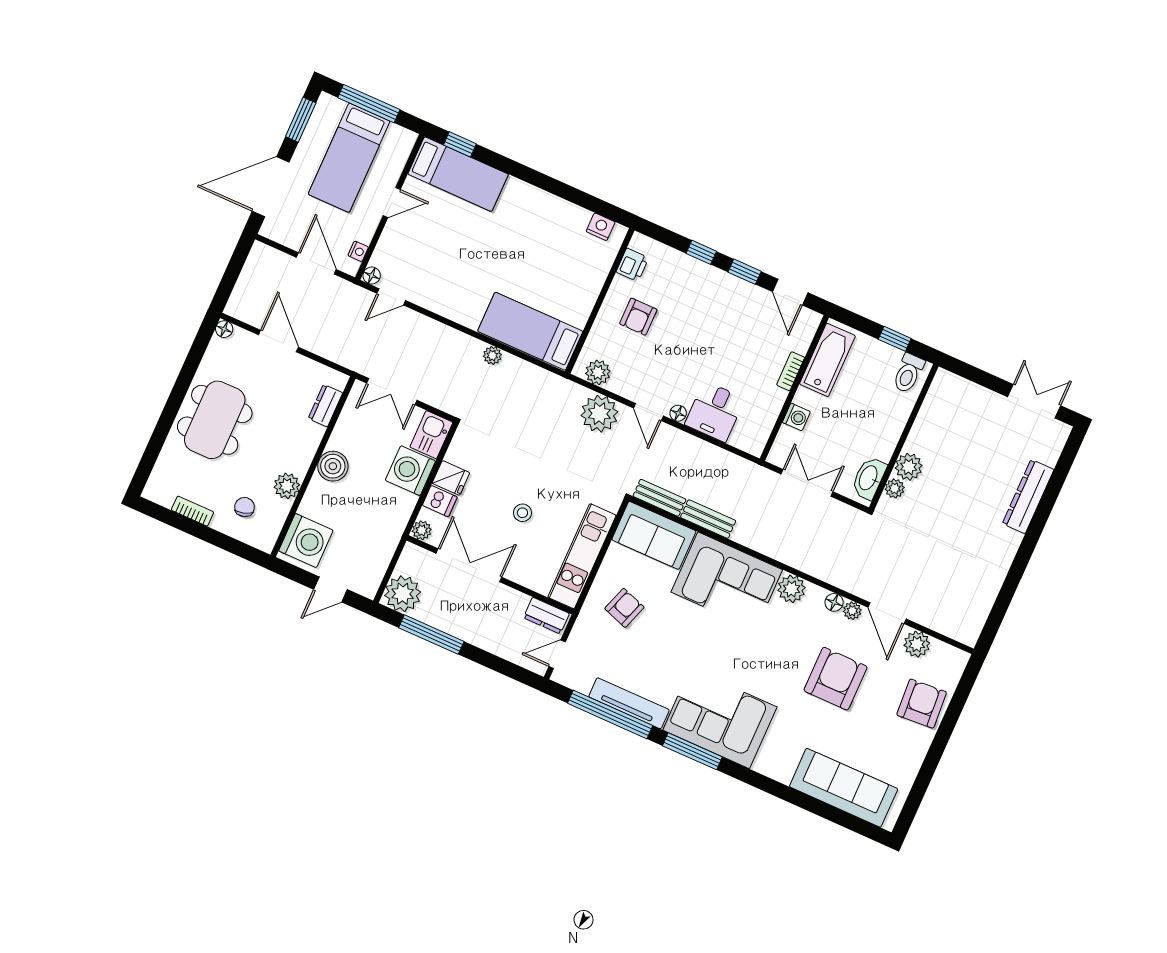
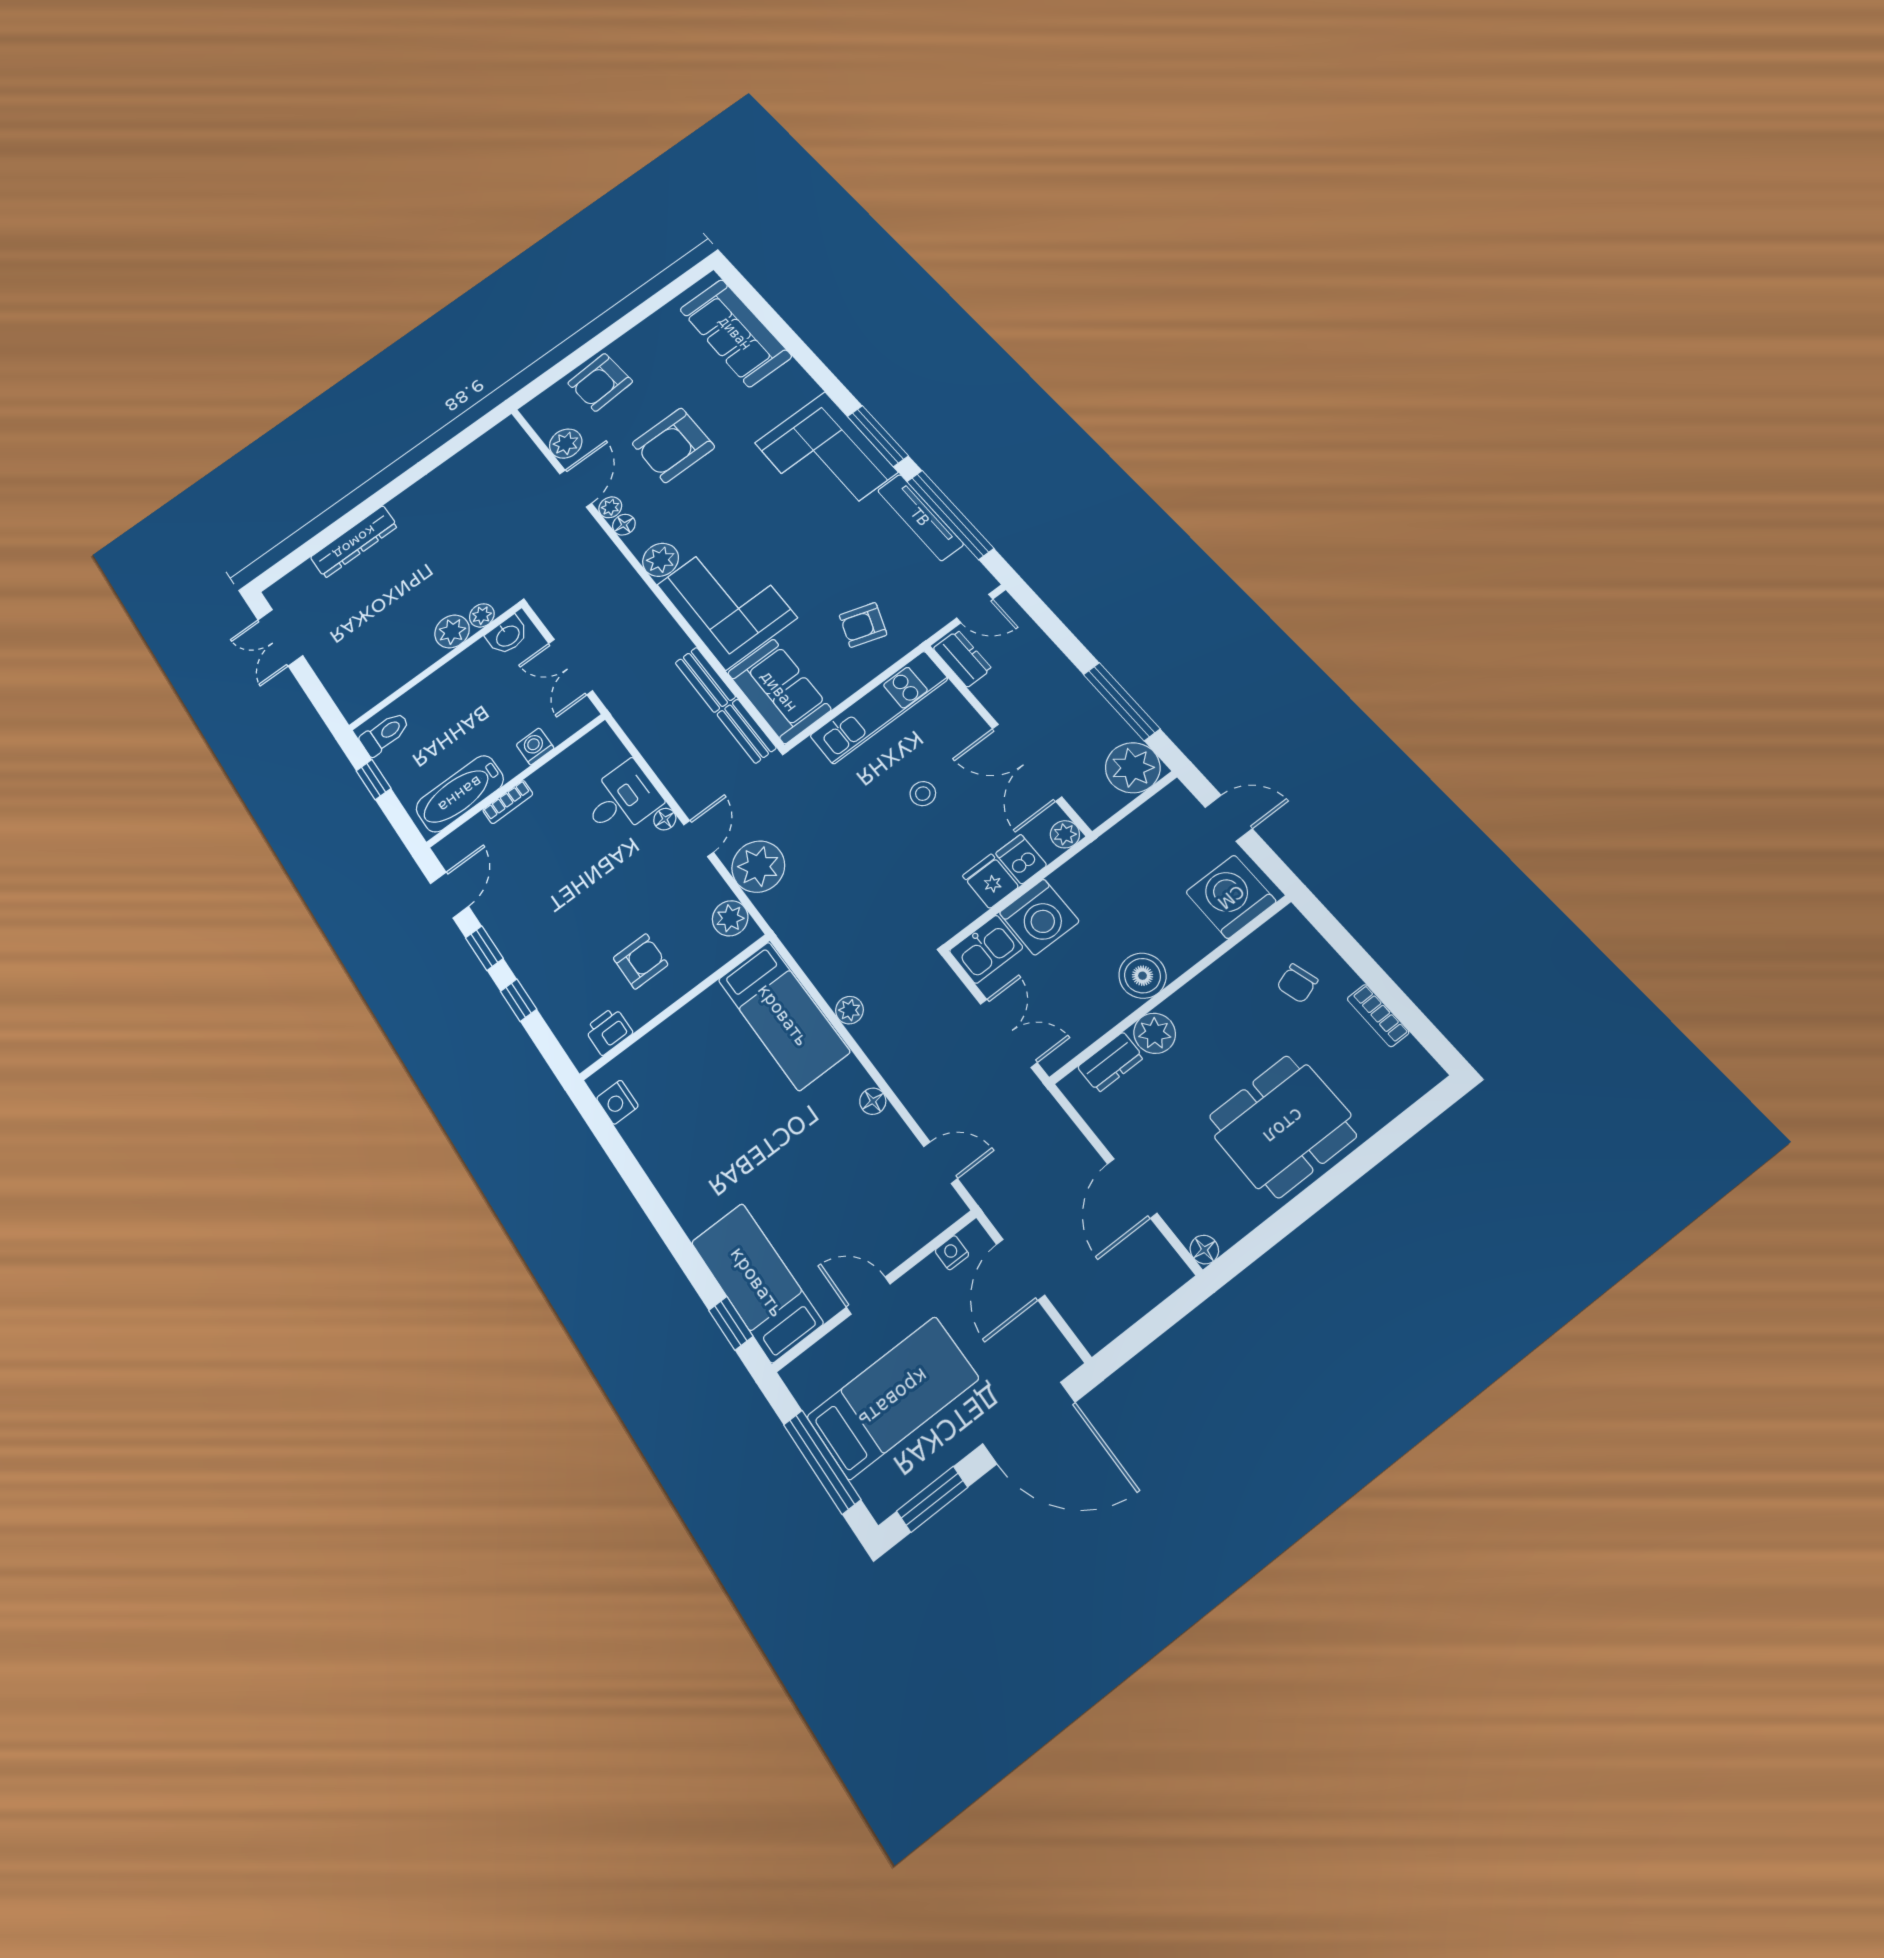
floor lamp: (372, 276) -> (873, 1101), moved
washbasin: (869, 478) -> (507, 635), width x0.72
plant: (287, 486) -> (1155, 1033), moved

